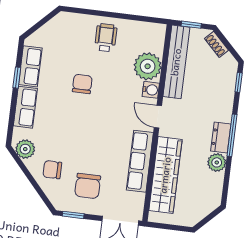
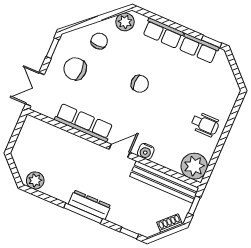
plant: (148, 66) -> (194, 166), moved
window: (17, 78) -> (212, 42), moved
chair: (82, 84) -> (140, 84), moved
dresser: (221, 137) -> (90, 205), width x1.44
plant: (217, 162) -> (35, 180), moved
wardrobe: (165, 175) -> (64, 142), removed

